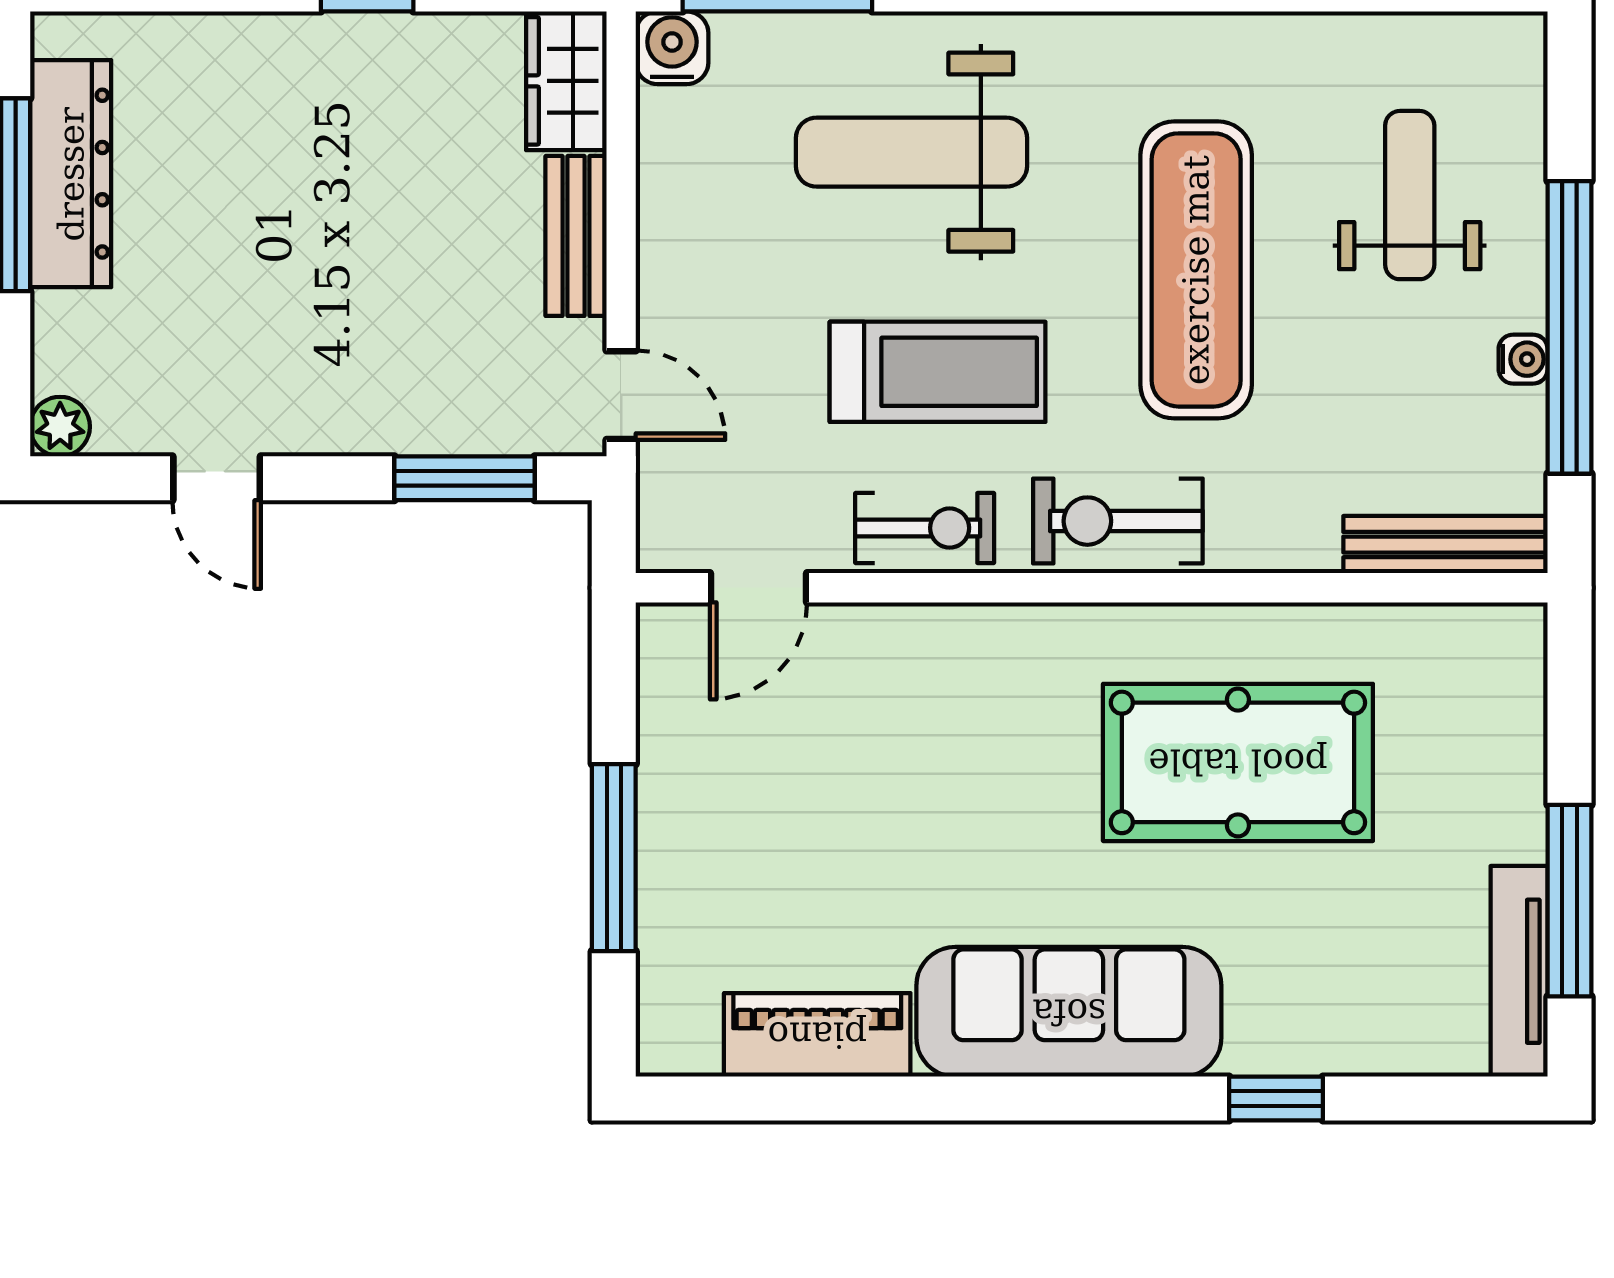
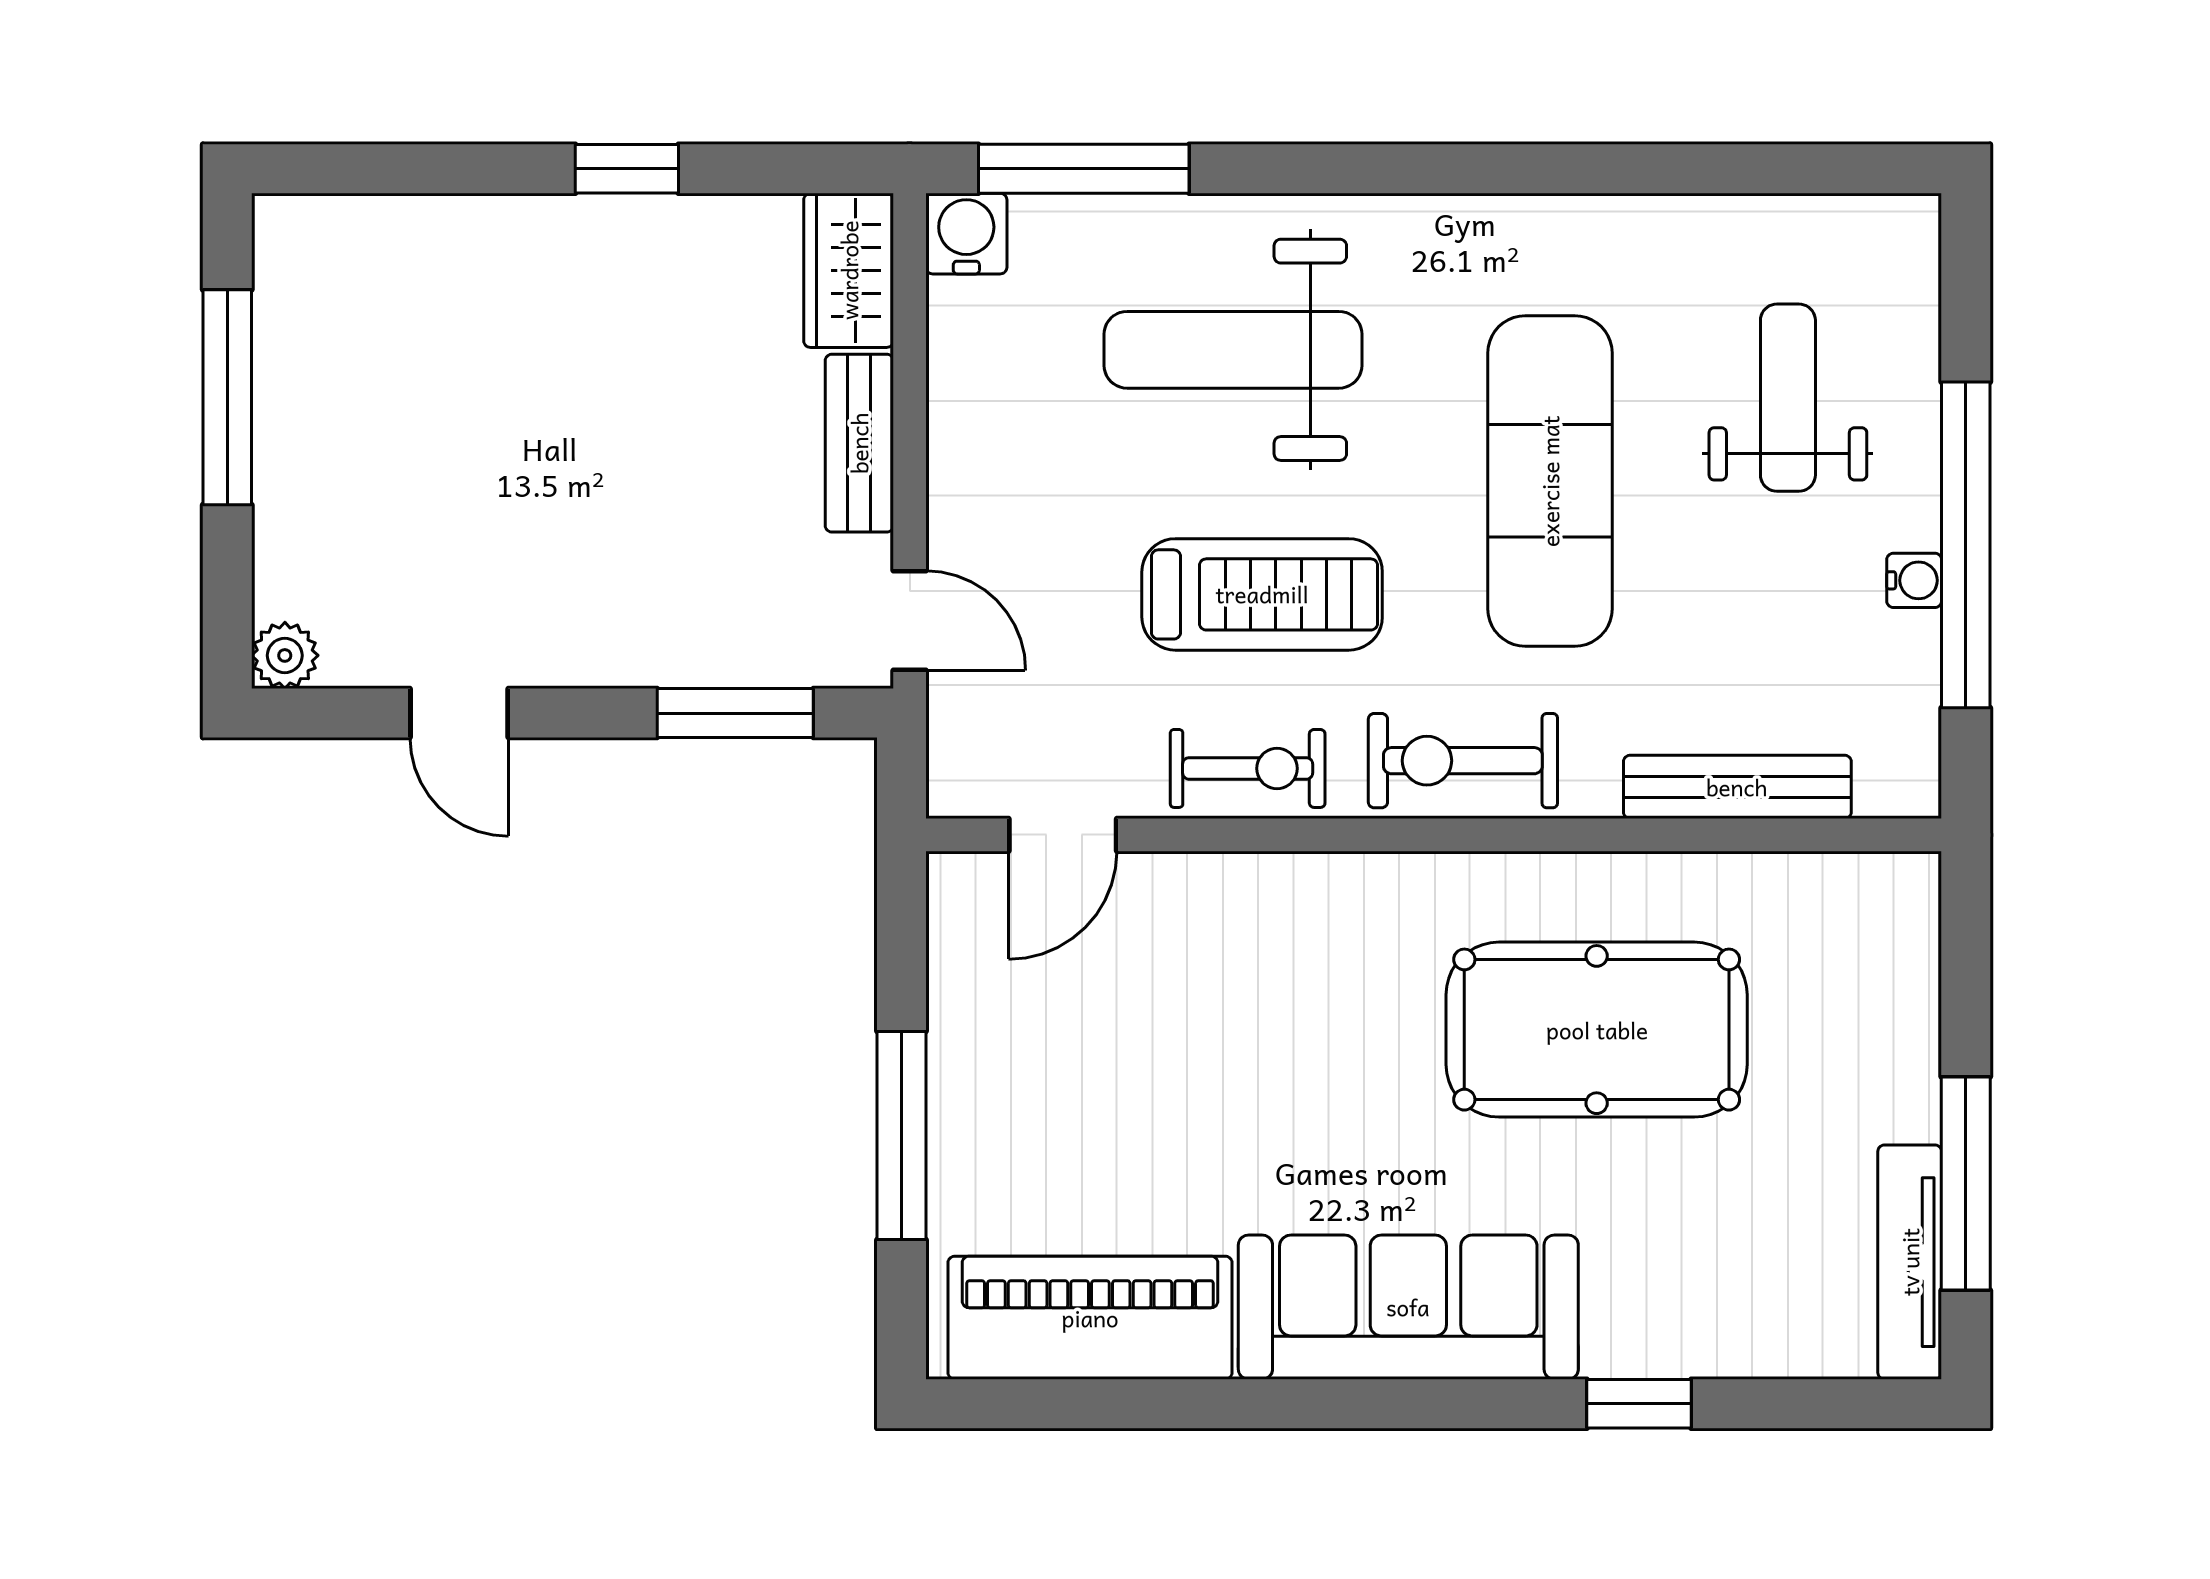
dresser: (71, 174) -> (297, 374), removed
bench: (1445, 545) -> (1737, 787), moved
piano: (817, 1035) -> (1090, 1318), width x1.37, depth x1.33

